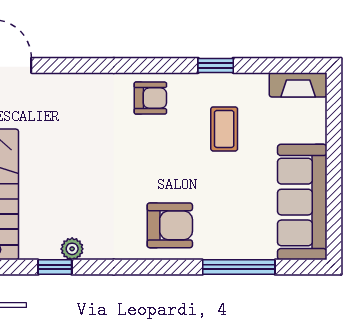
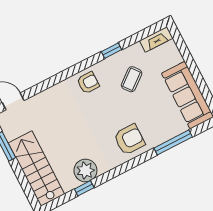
coffee table: (224, 129) -> (132, 79), turned 51
plant: (72, 249) -> (85, 170), width x1.88, depth x1.88

